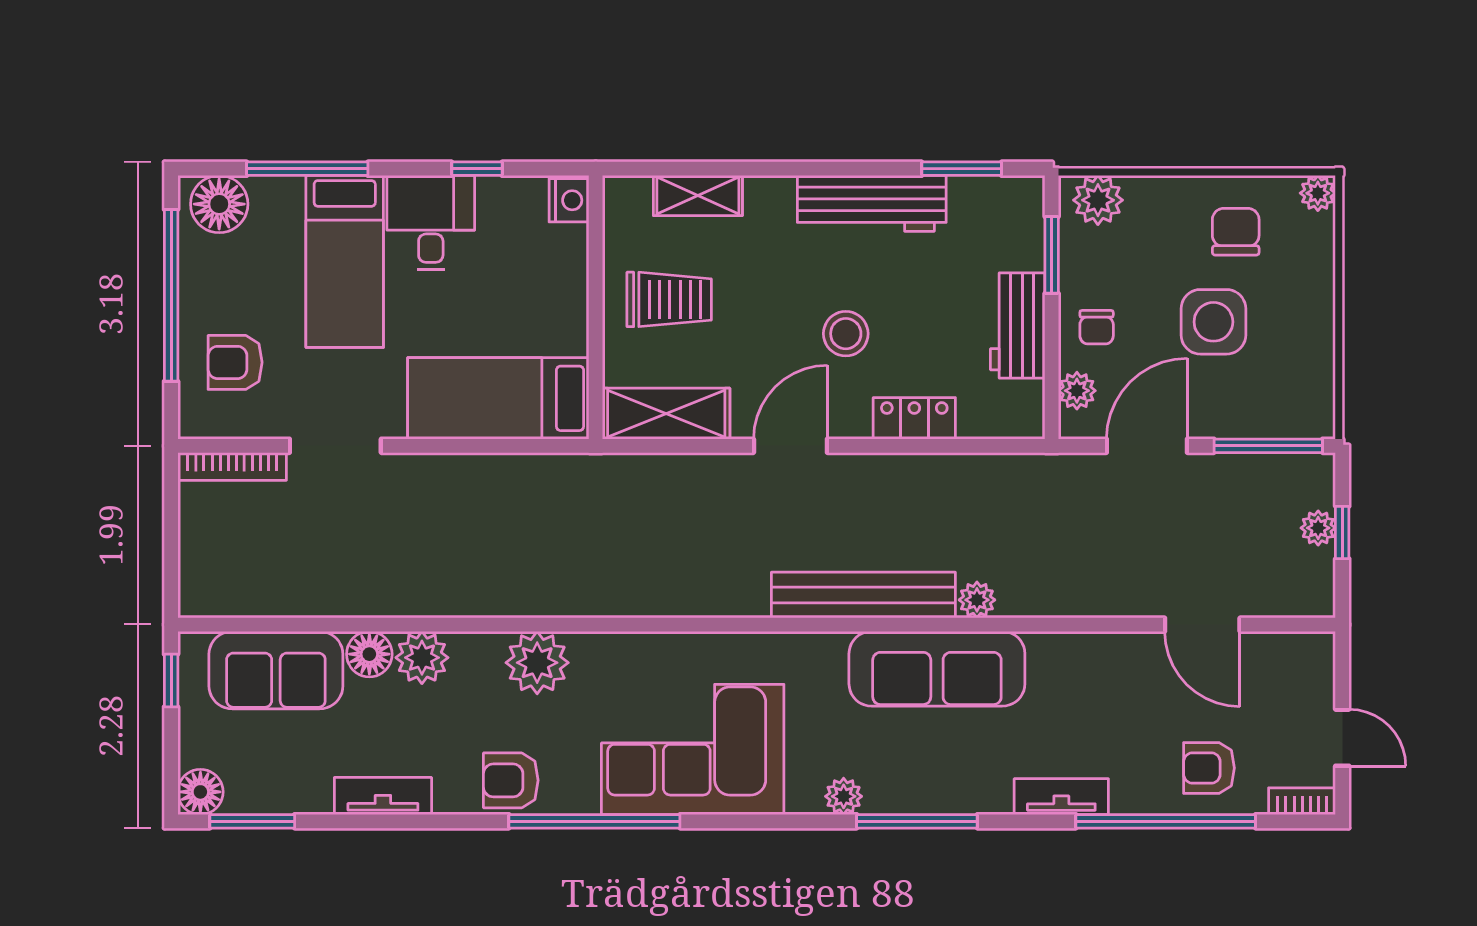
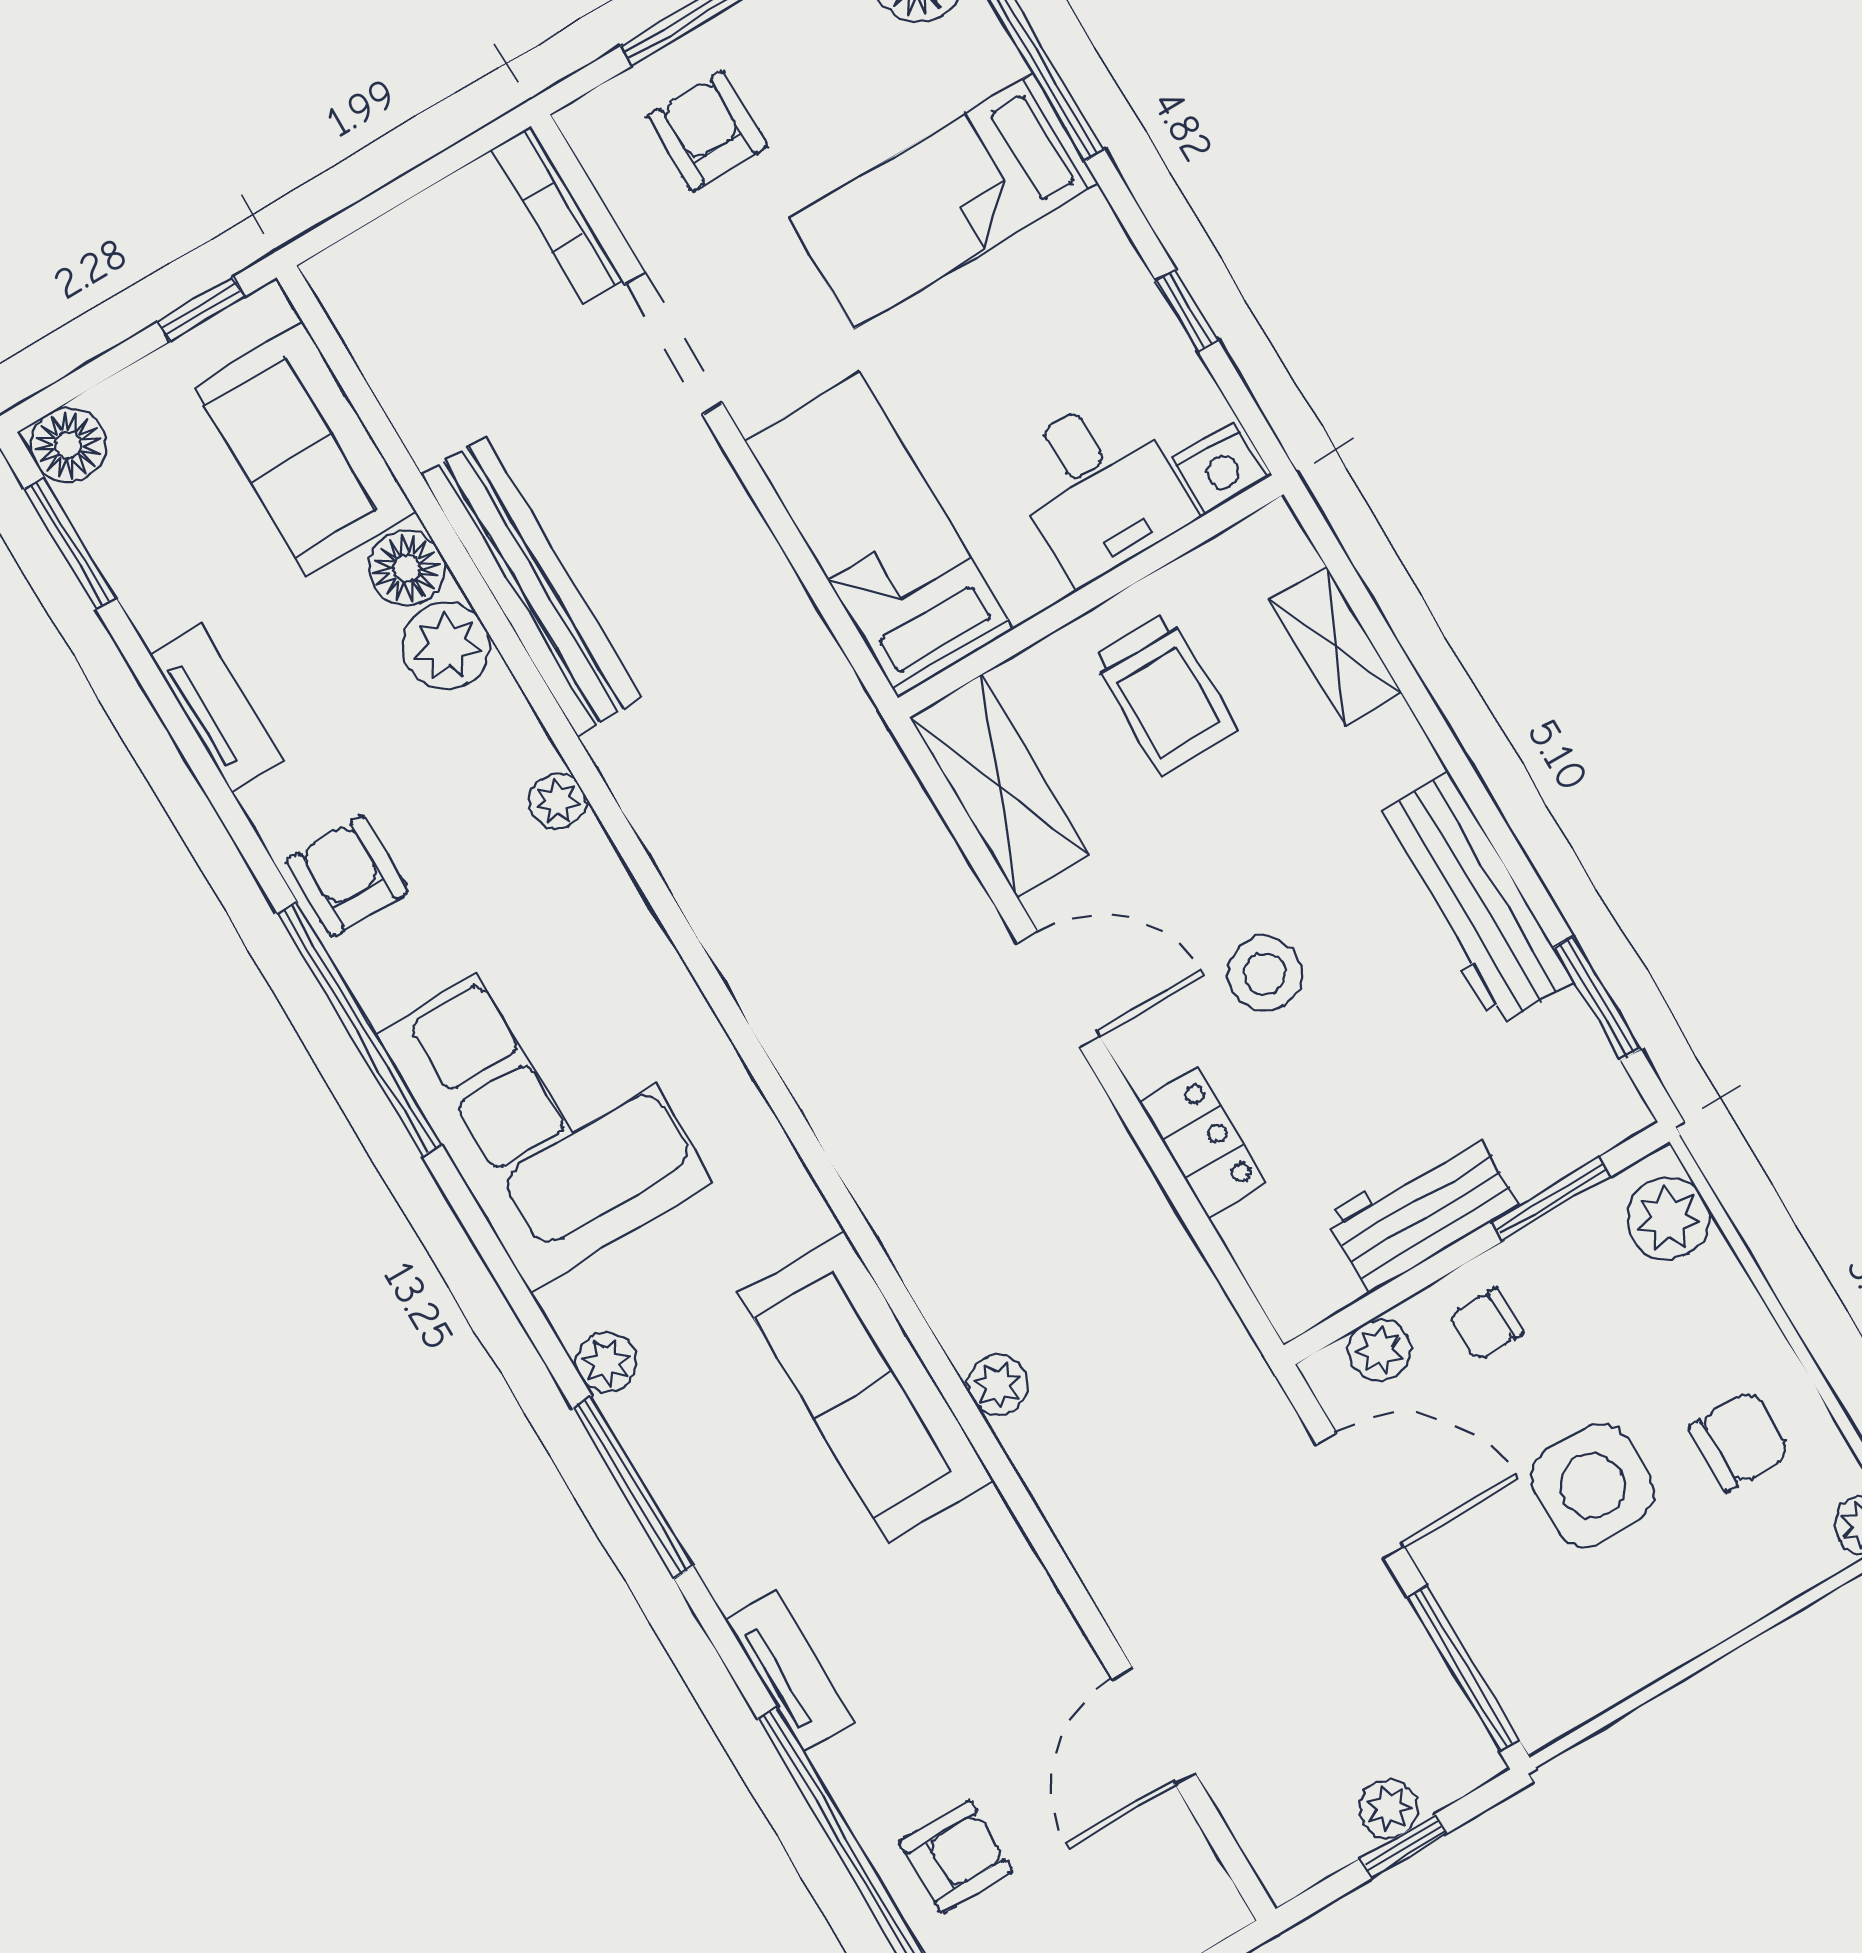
desk: (431, 223) -> (1099, 487), moved, turned 90
bench: (863, 595) -> (531, 586), moved
plant: (537, 663) -> (557, 801), width x0.53, depth x0.53
armchair: (1209, 768) -> (956, 1857), turned 90

